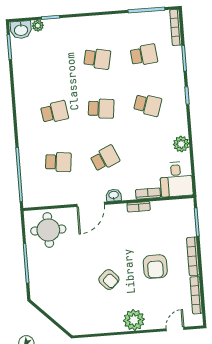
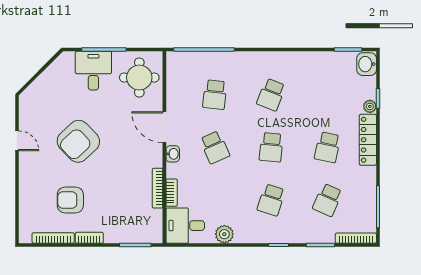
locker: (88, 23) -> (368, 140), added
plant: (38, 26) -> (370, 106), moved
school desk: (144, 55) -> (328, 200), turned 30
school desk: (54, 112) -> (271, 95), turned 30
bookcase: (139, 207) -> (158, 188), width x1.56
bookcase: (193, 256) -> (89, 238), width x0.64
armchair: (155, 267) -> (70, 200), moved
desk: (45, 271) -> (93, 71), added
armchair: (109, 279) -> (78, 141), width x1.88, depth x1.88
plant: (134, 320) -> (31, 166), removed
door: (175, 329) -> (17, 141), moved

